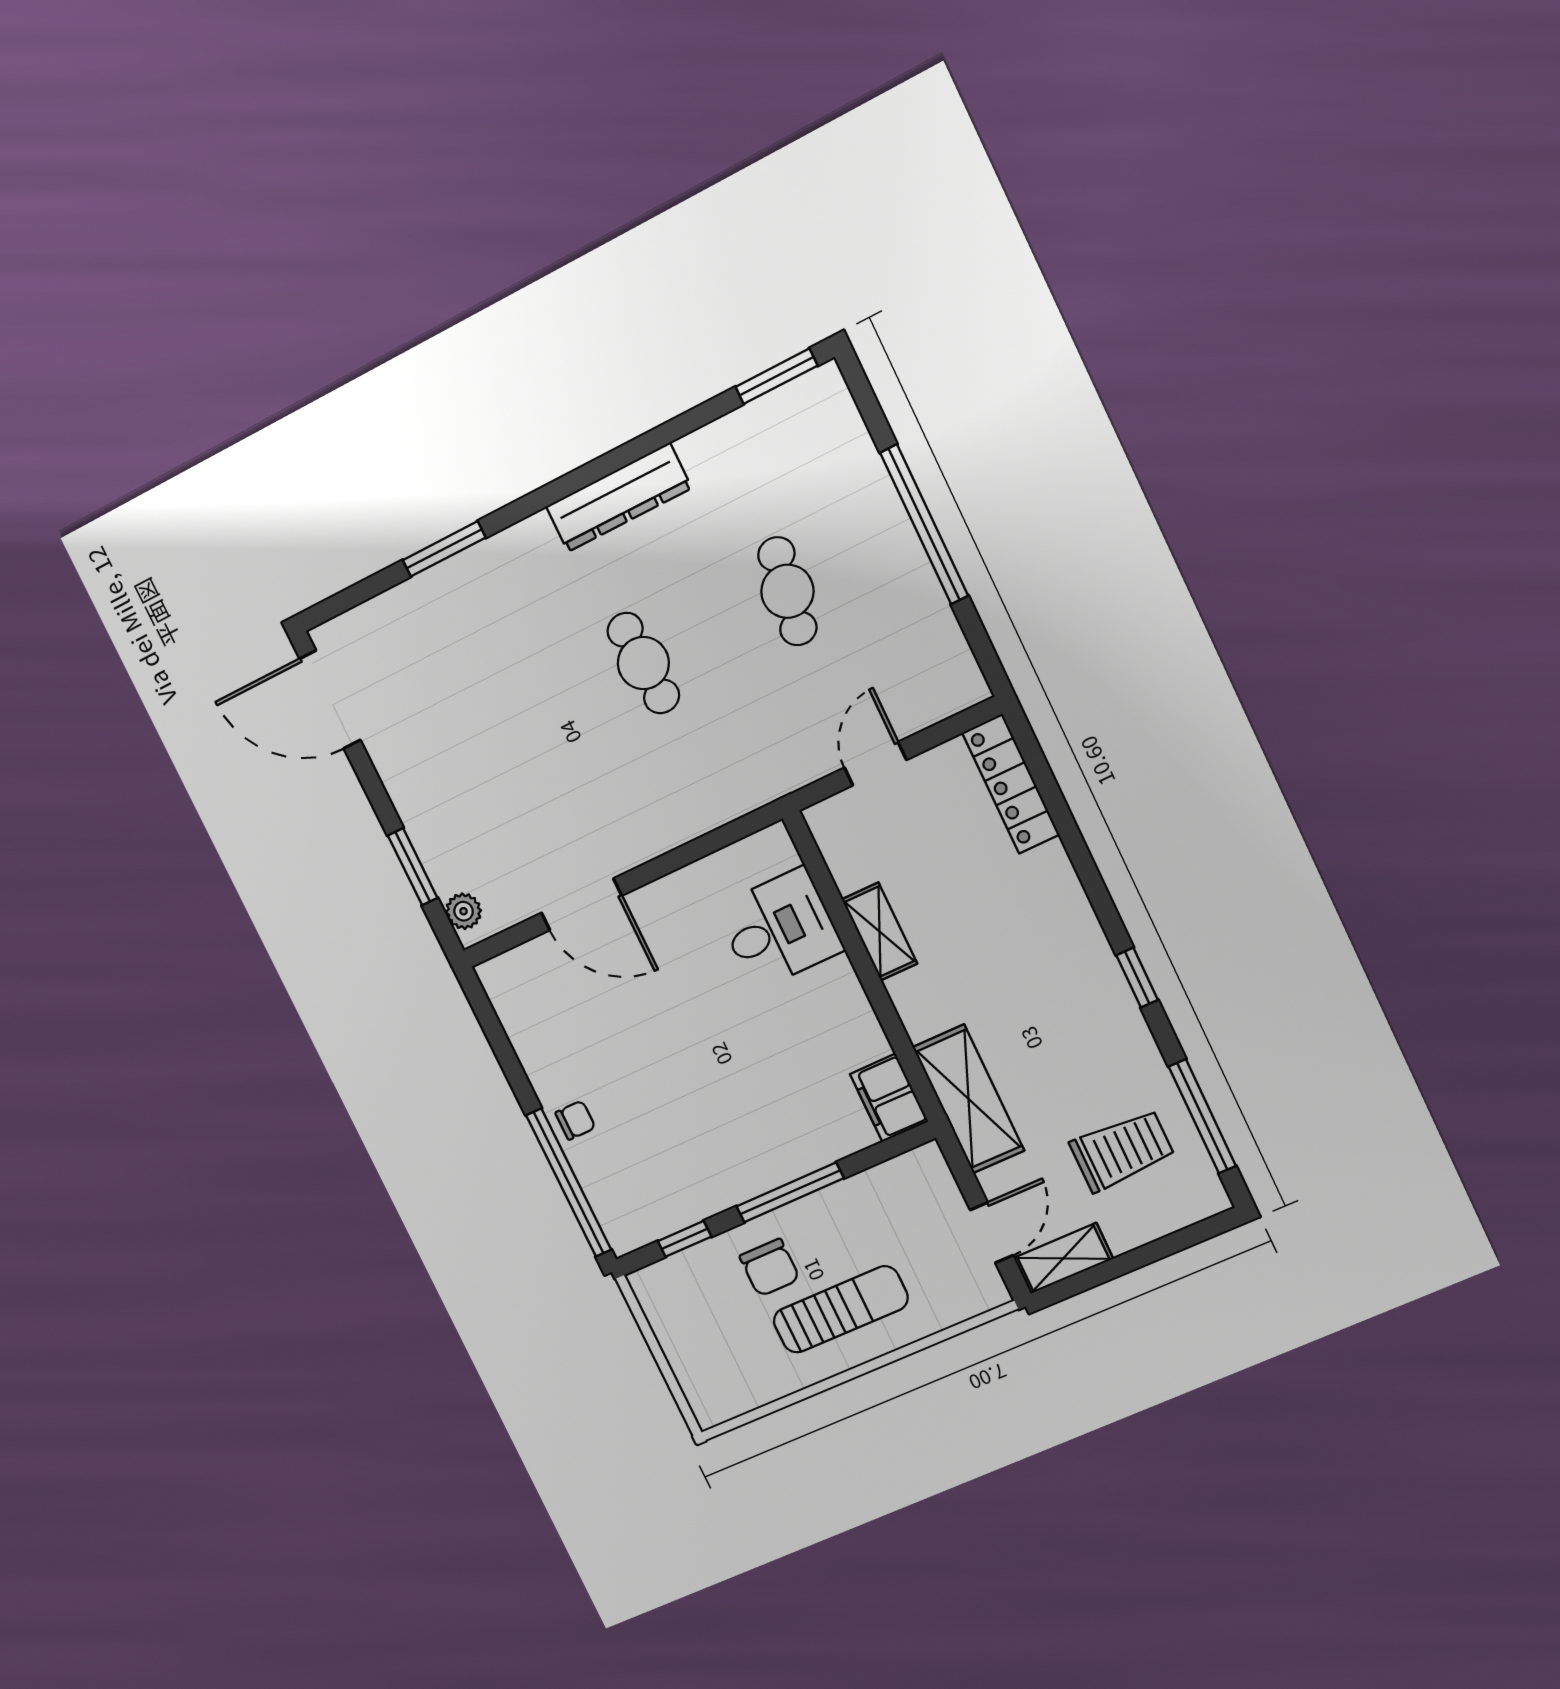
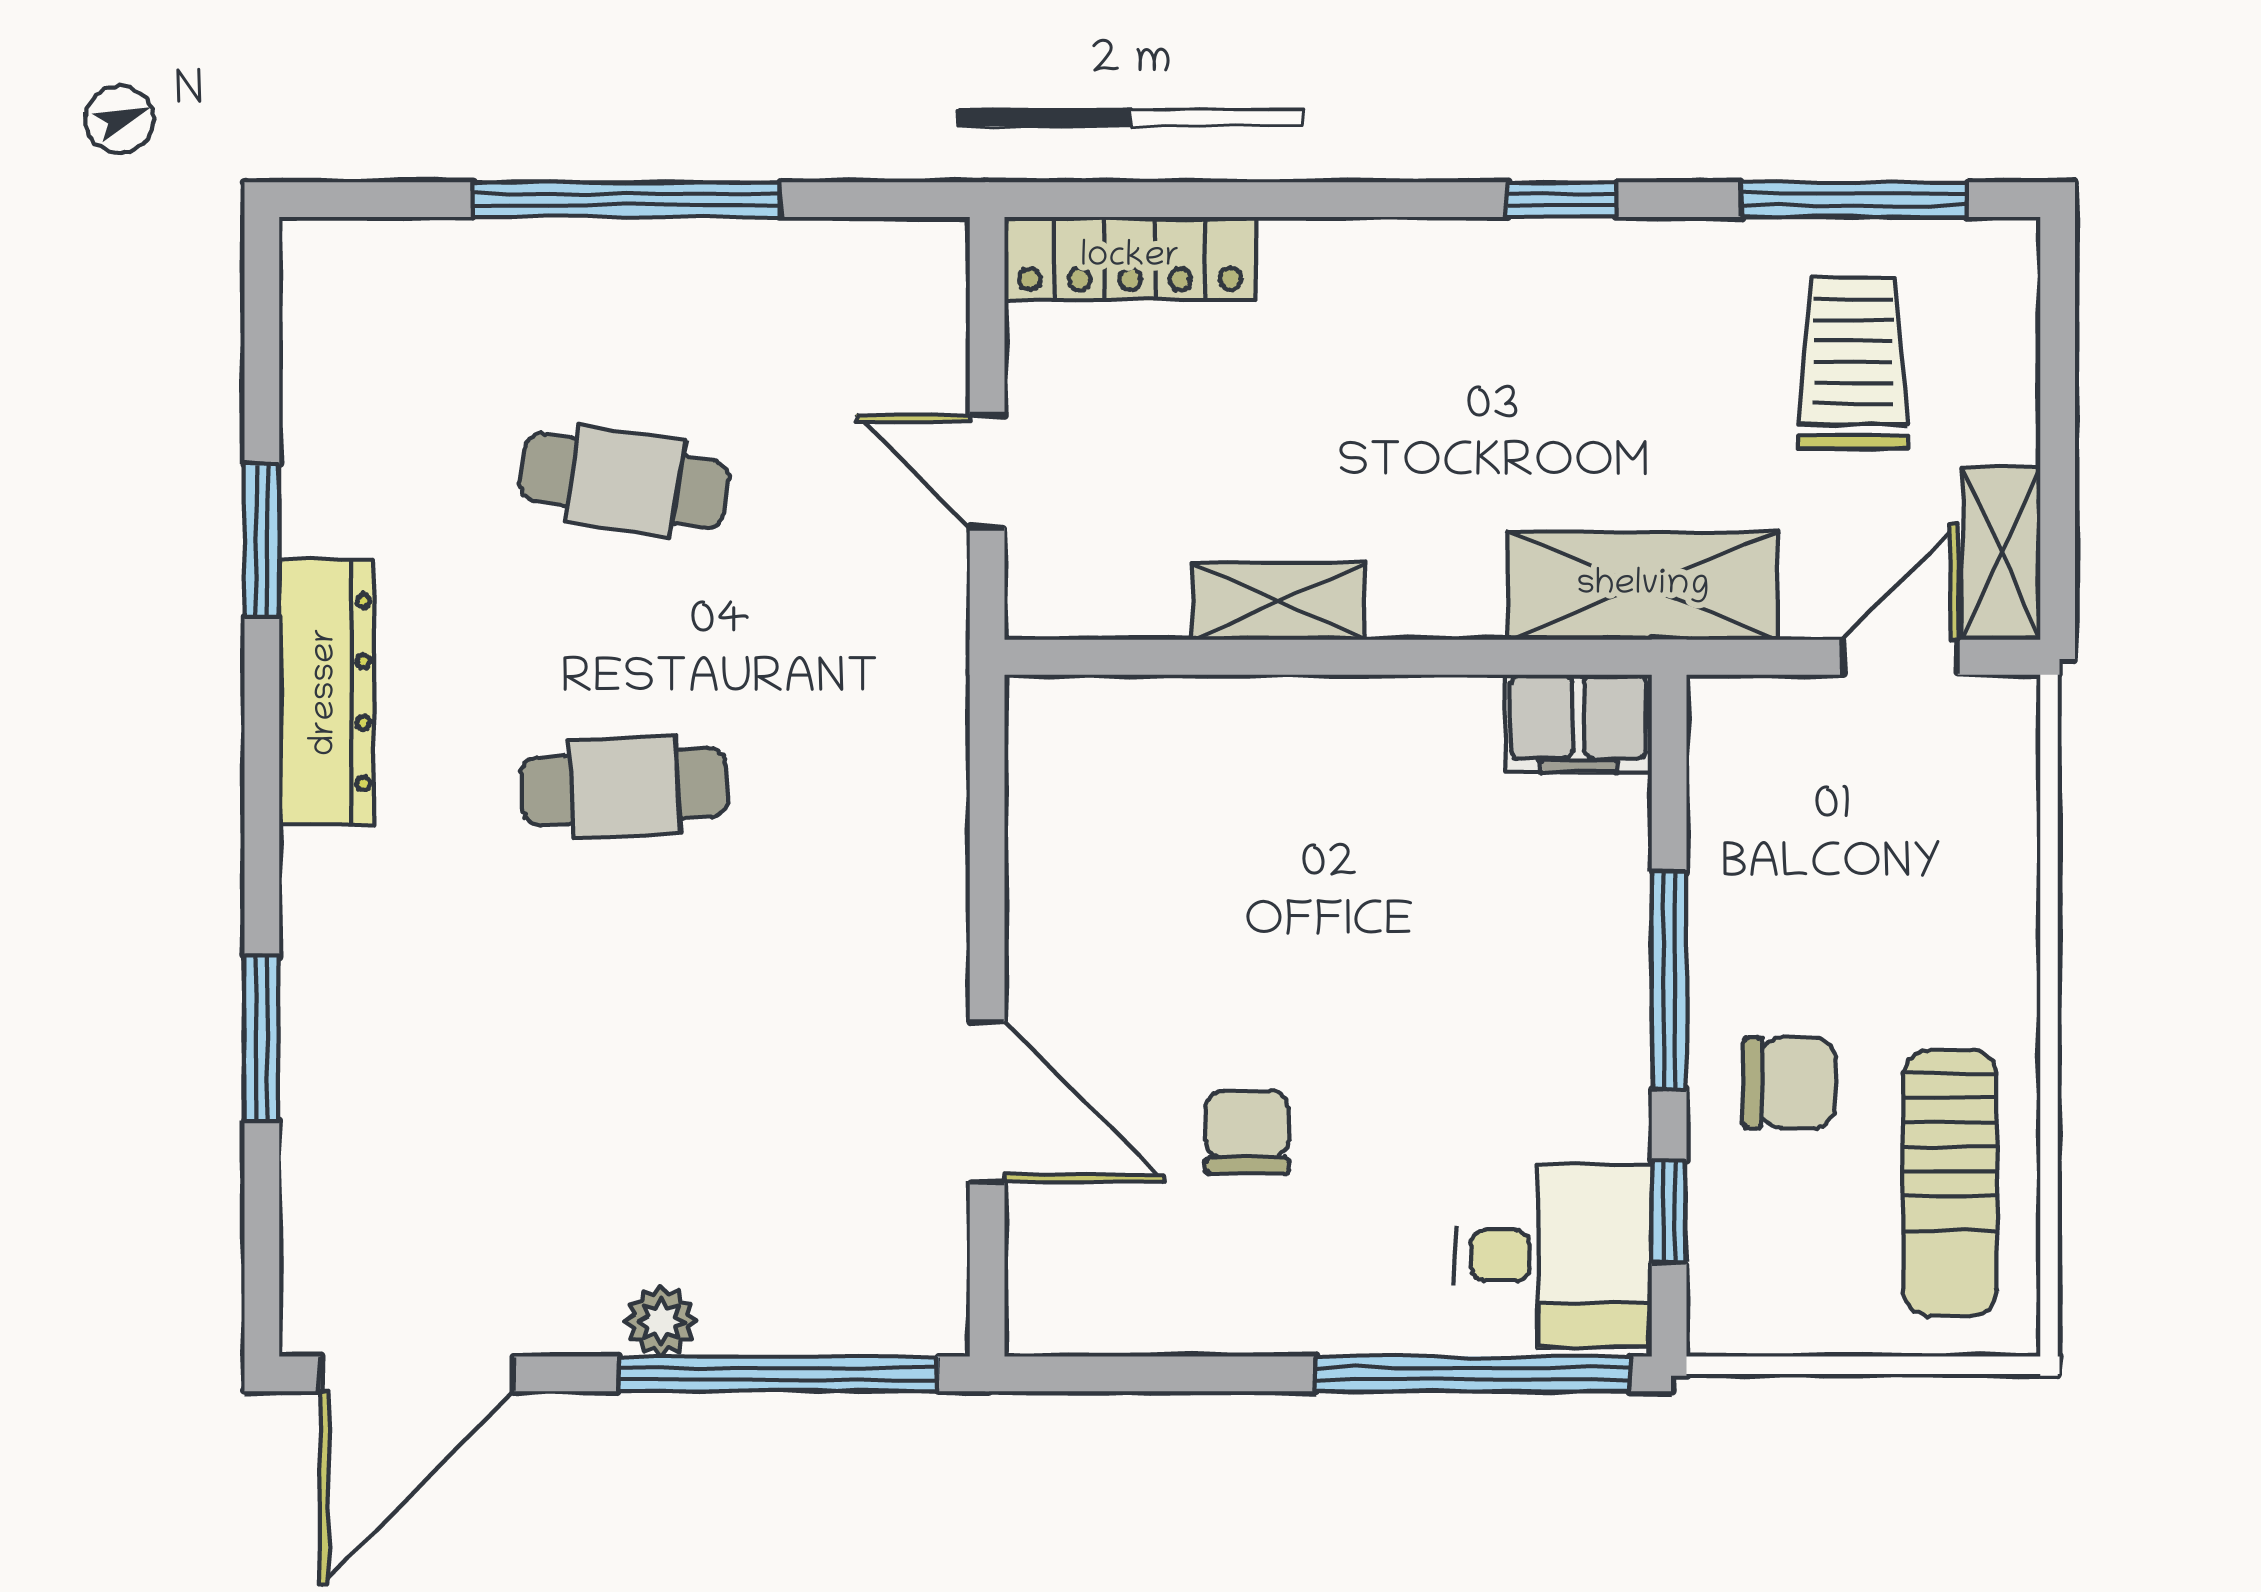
window: (776, 376) -> (262, 540), moved
window: (413, 867) -> (778, 1374), width x2.11
door: (581, 904) -> (987, 1102), hinge flipped
plant: (464, 911) -> (661, 1321), moved
desk: (779, 929) -> (1553, 1256), moved, turned 90
chair: (575, 1120) -> (1247, 1132), moved, width x1.37, depth x1.37
door: (992, 1233) -> (1900, 657), hinge flipped
sun lounger: (841, 1309) -> (1950, 1183), moved, turned 180

